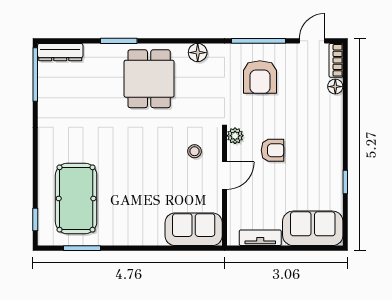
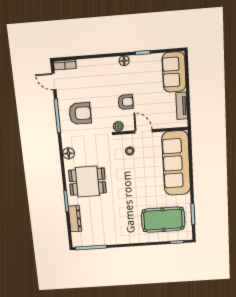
dresser: (60, 52) -> (75, 219), moved
floor lamp: (335, 87) -> (124, 61), moved
armchair: (273, 150) -> (126, 102), turned 90
sofa: (194, 229) -> (176, 163), width x1.85, depth x1.27

